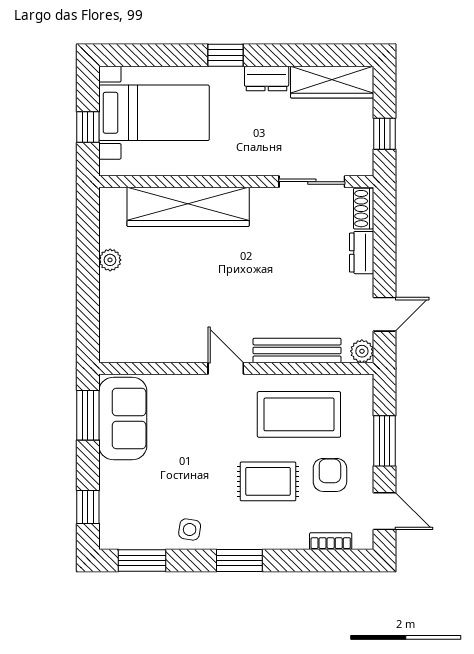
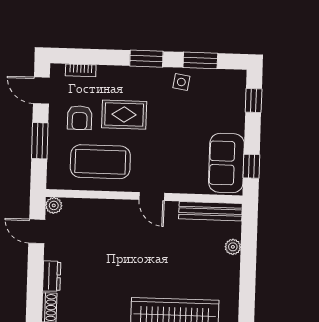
plant: (110, 260) -> (233, 247), moved
door: (385, 314) -> (37, 231), hinge flipped
bench: (297, 350) -> (210, 211), moved
window: (88, 415) -> (251, 166), width x0.67
window: (142, 560) -> (200, 60), moved

